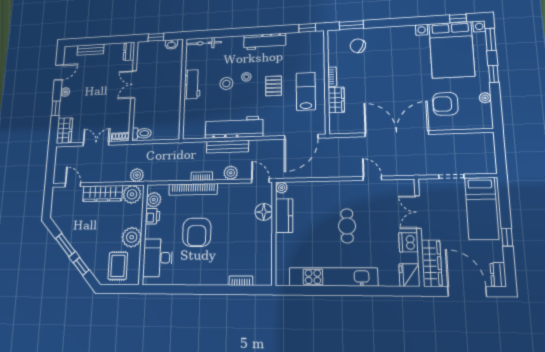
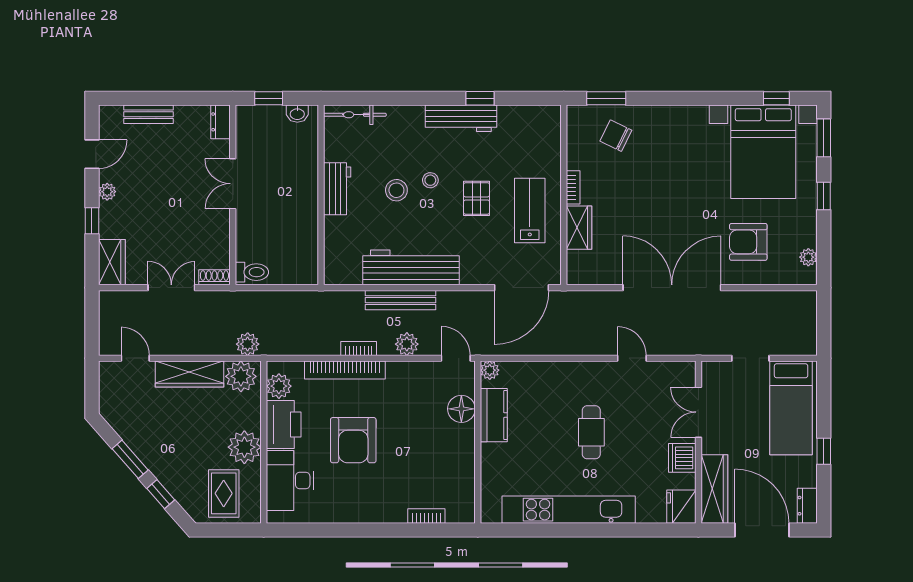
window: (307, 28) -> (480, 98), moved
plant: (485, 98) -> (808, 257), moved
printer: (152, 216) -> (284, 425), width x1.87, depth x1.48

